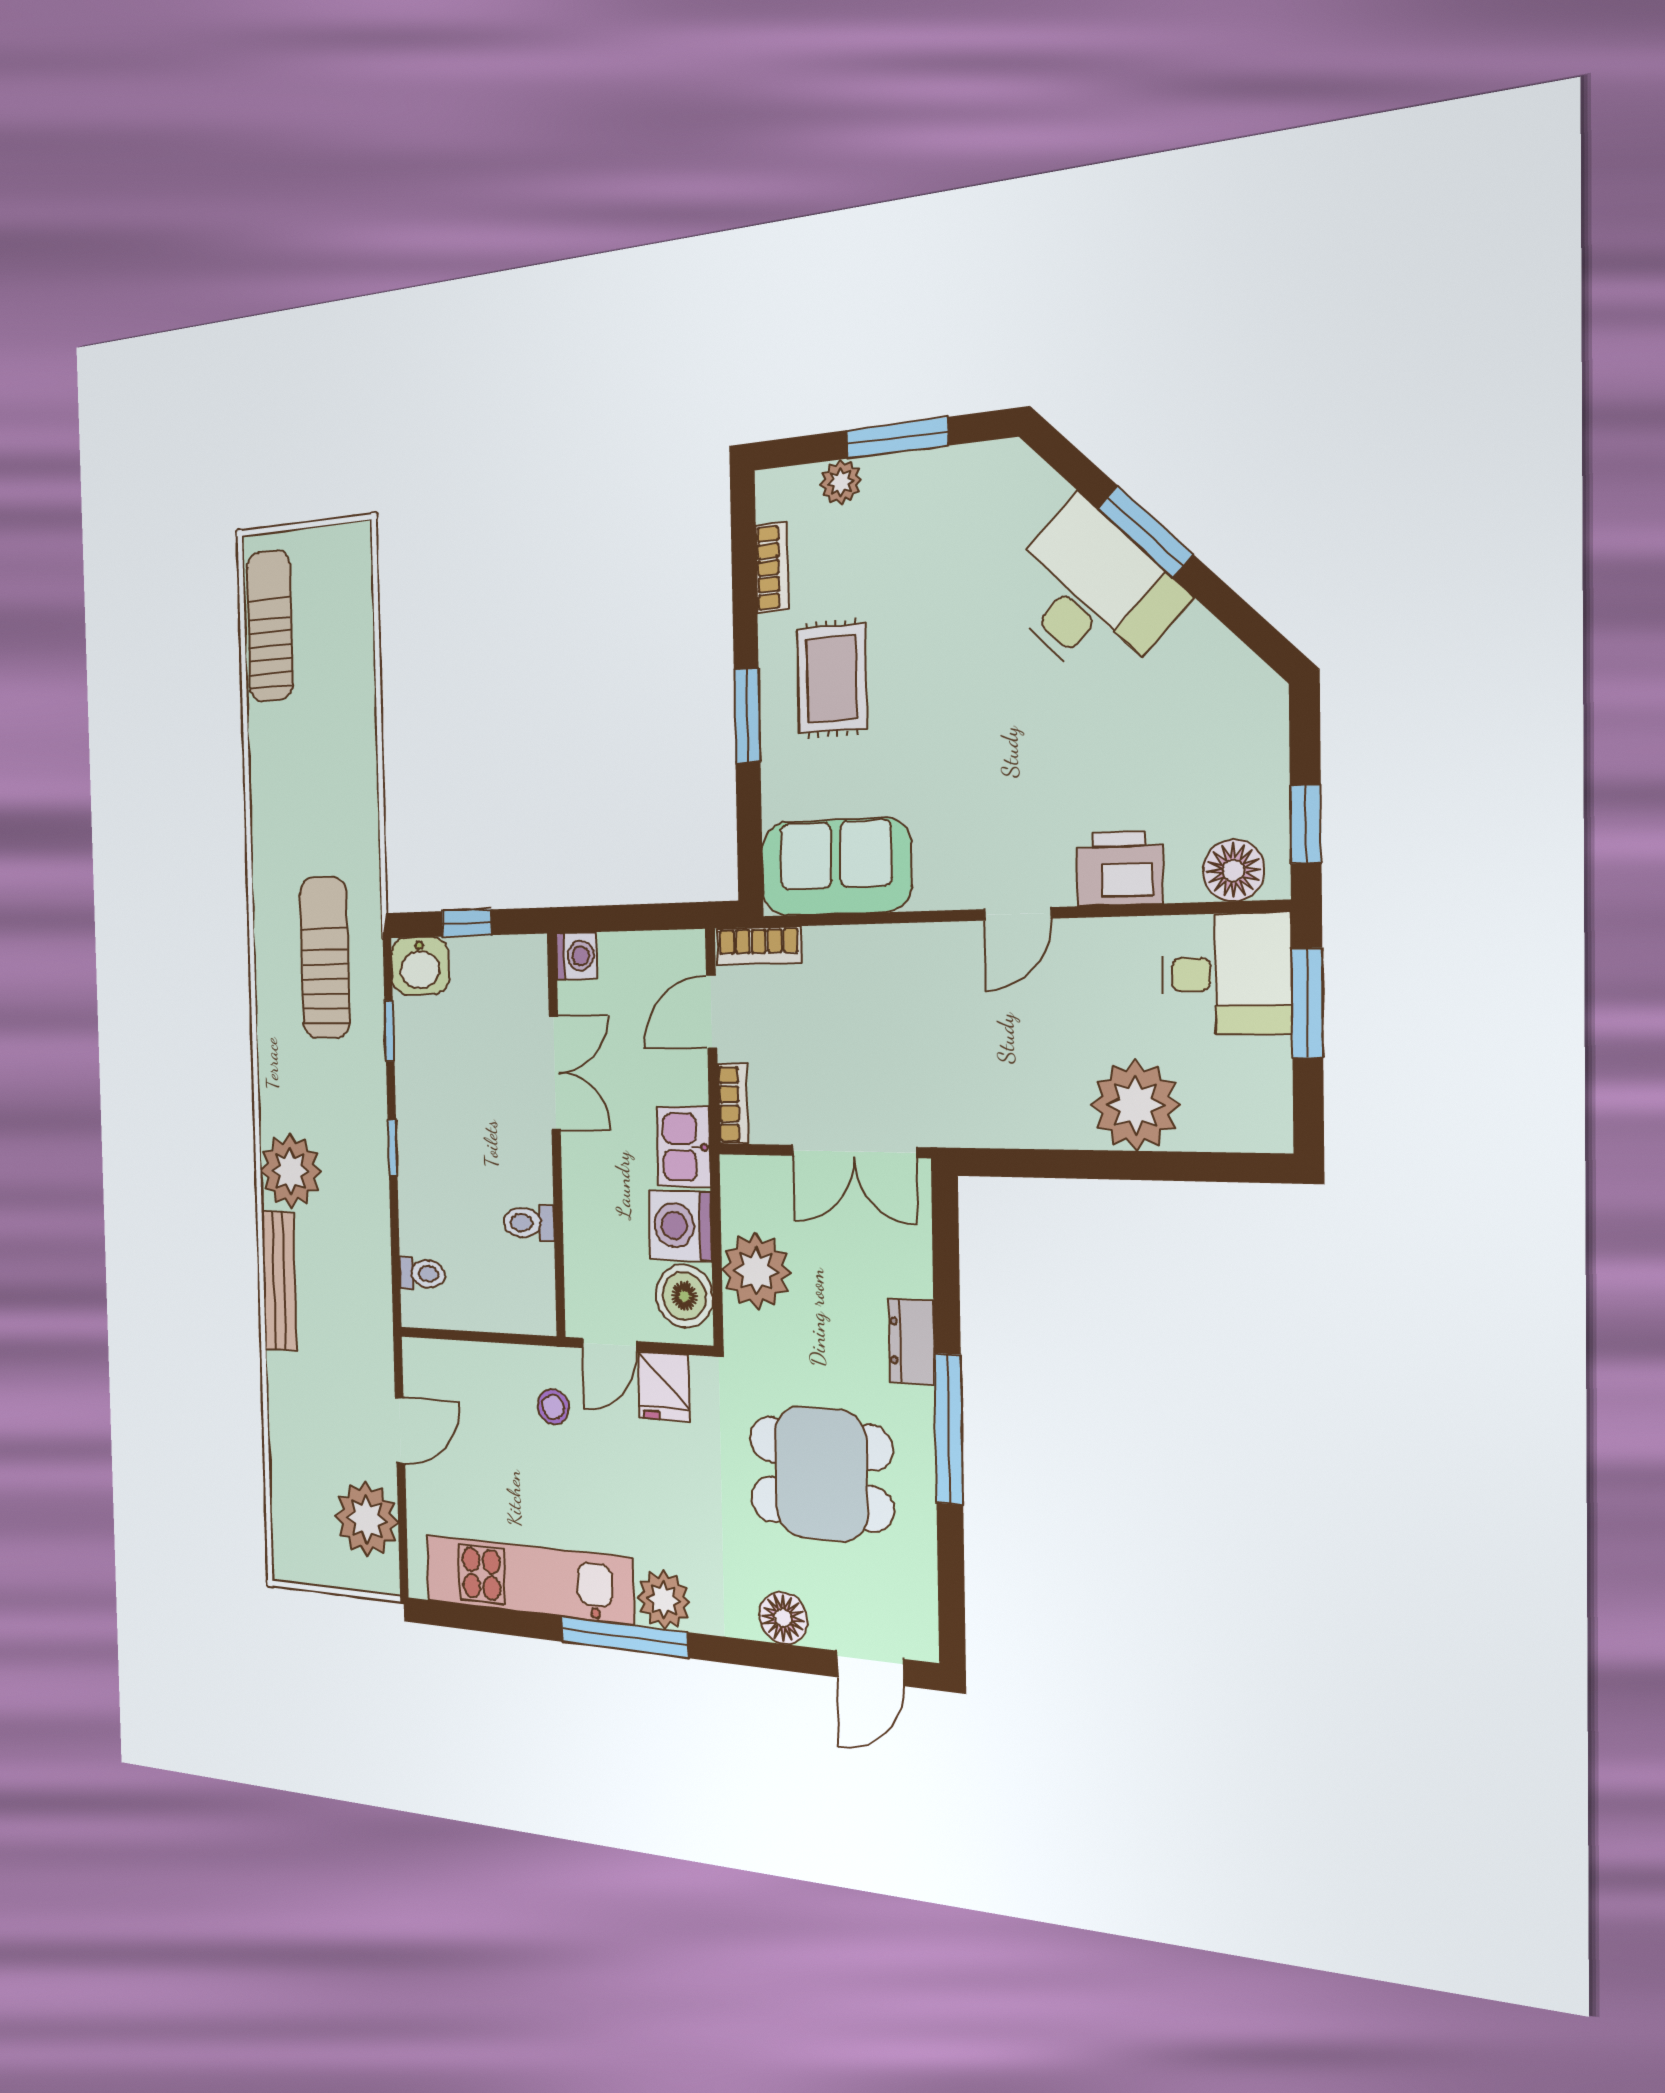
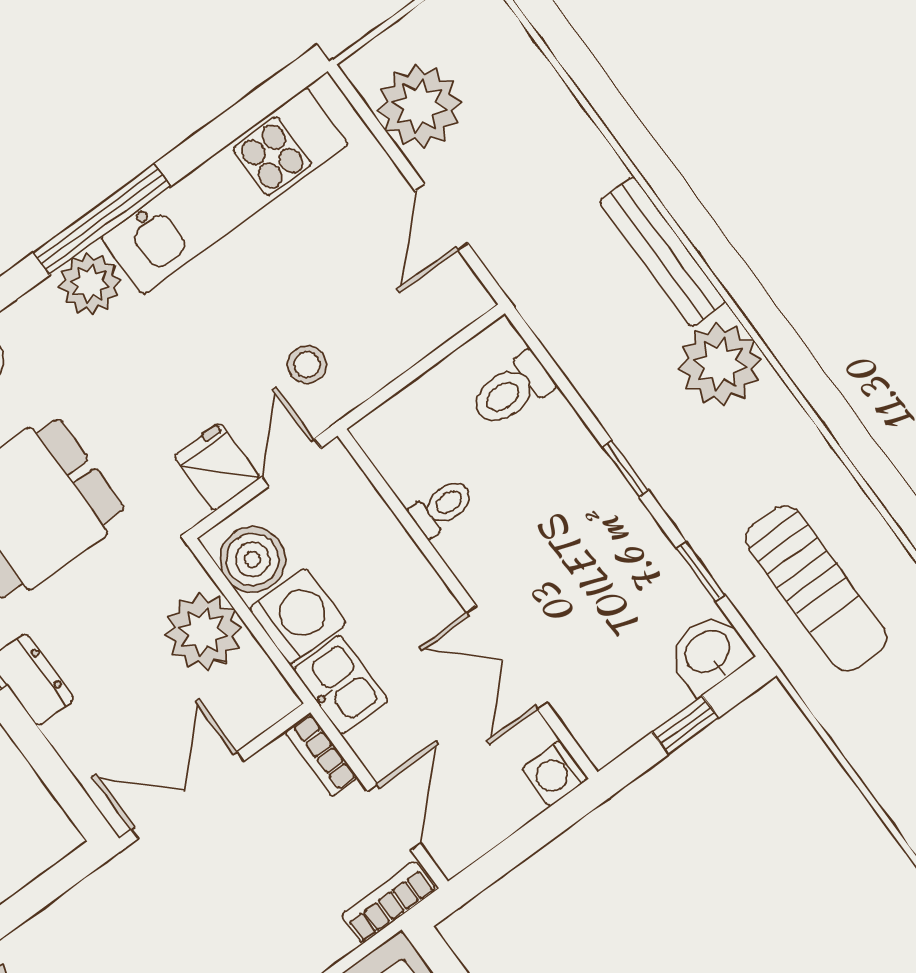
toilet: (422, 1274) -> (512, 390), width x1.37, depth x1.39

